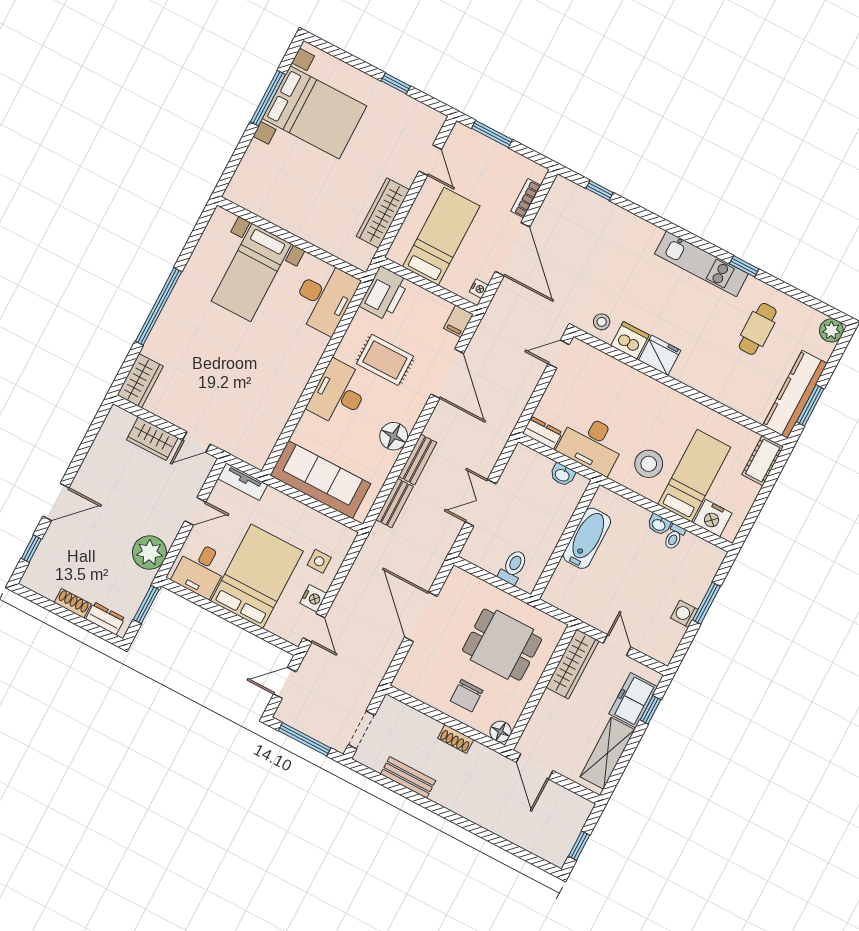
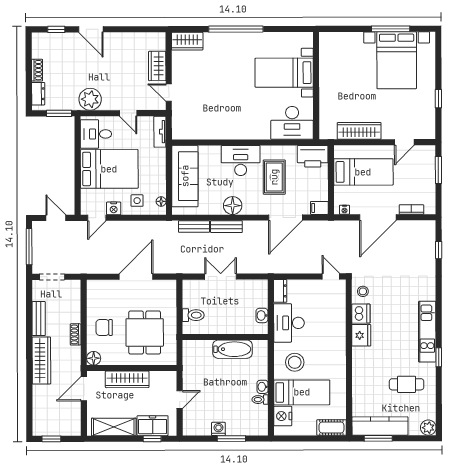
floor lamp: (337, 530) -> (161, 201), added
wardrobe: (572, 664) -> (127, 379), moved
wardrobe: (466, 804) -> (41, 360), added

